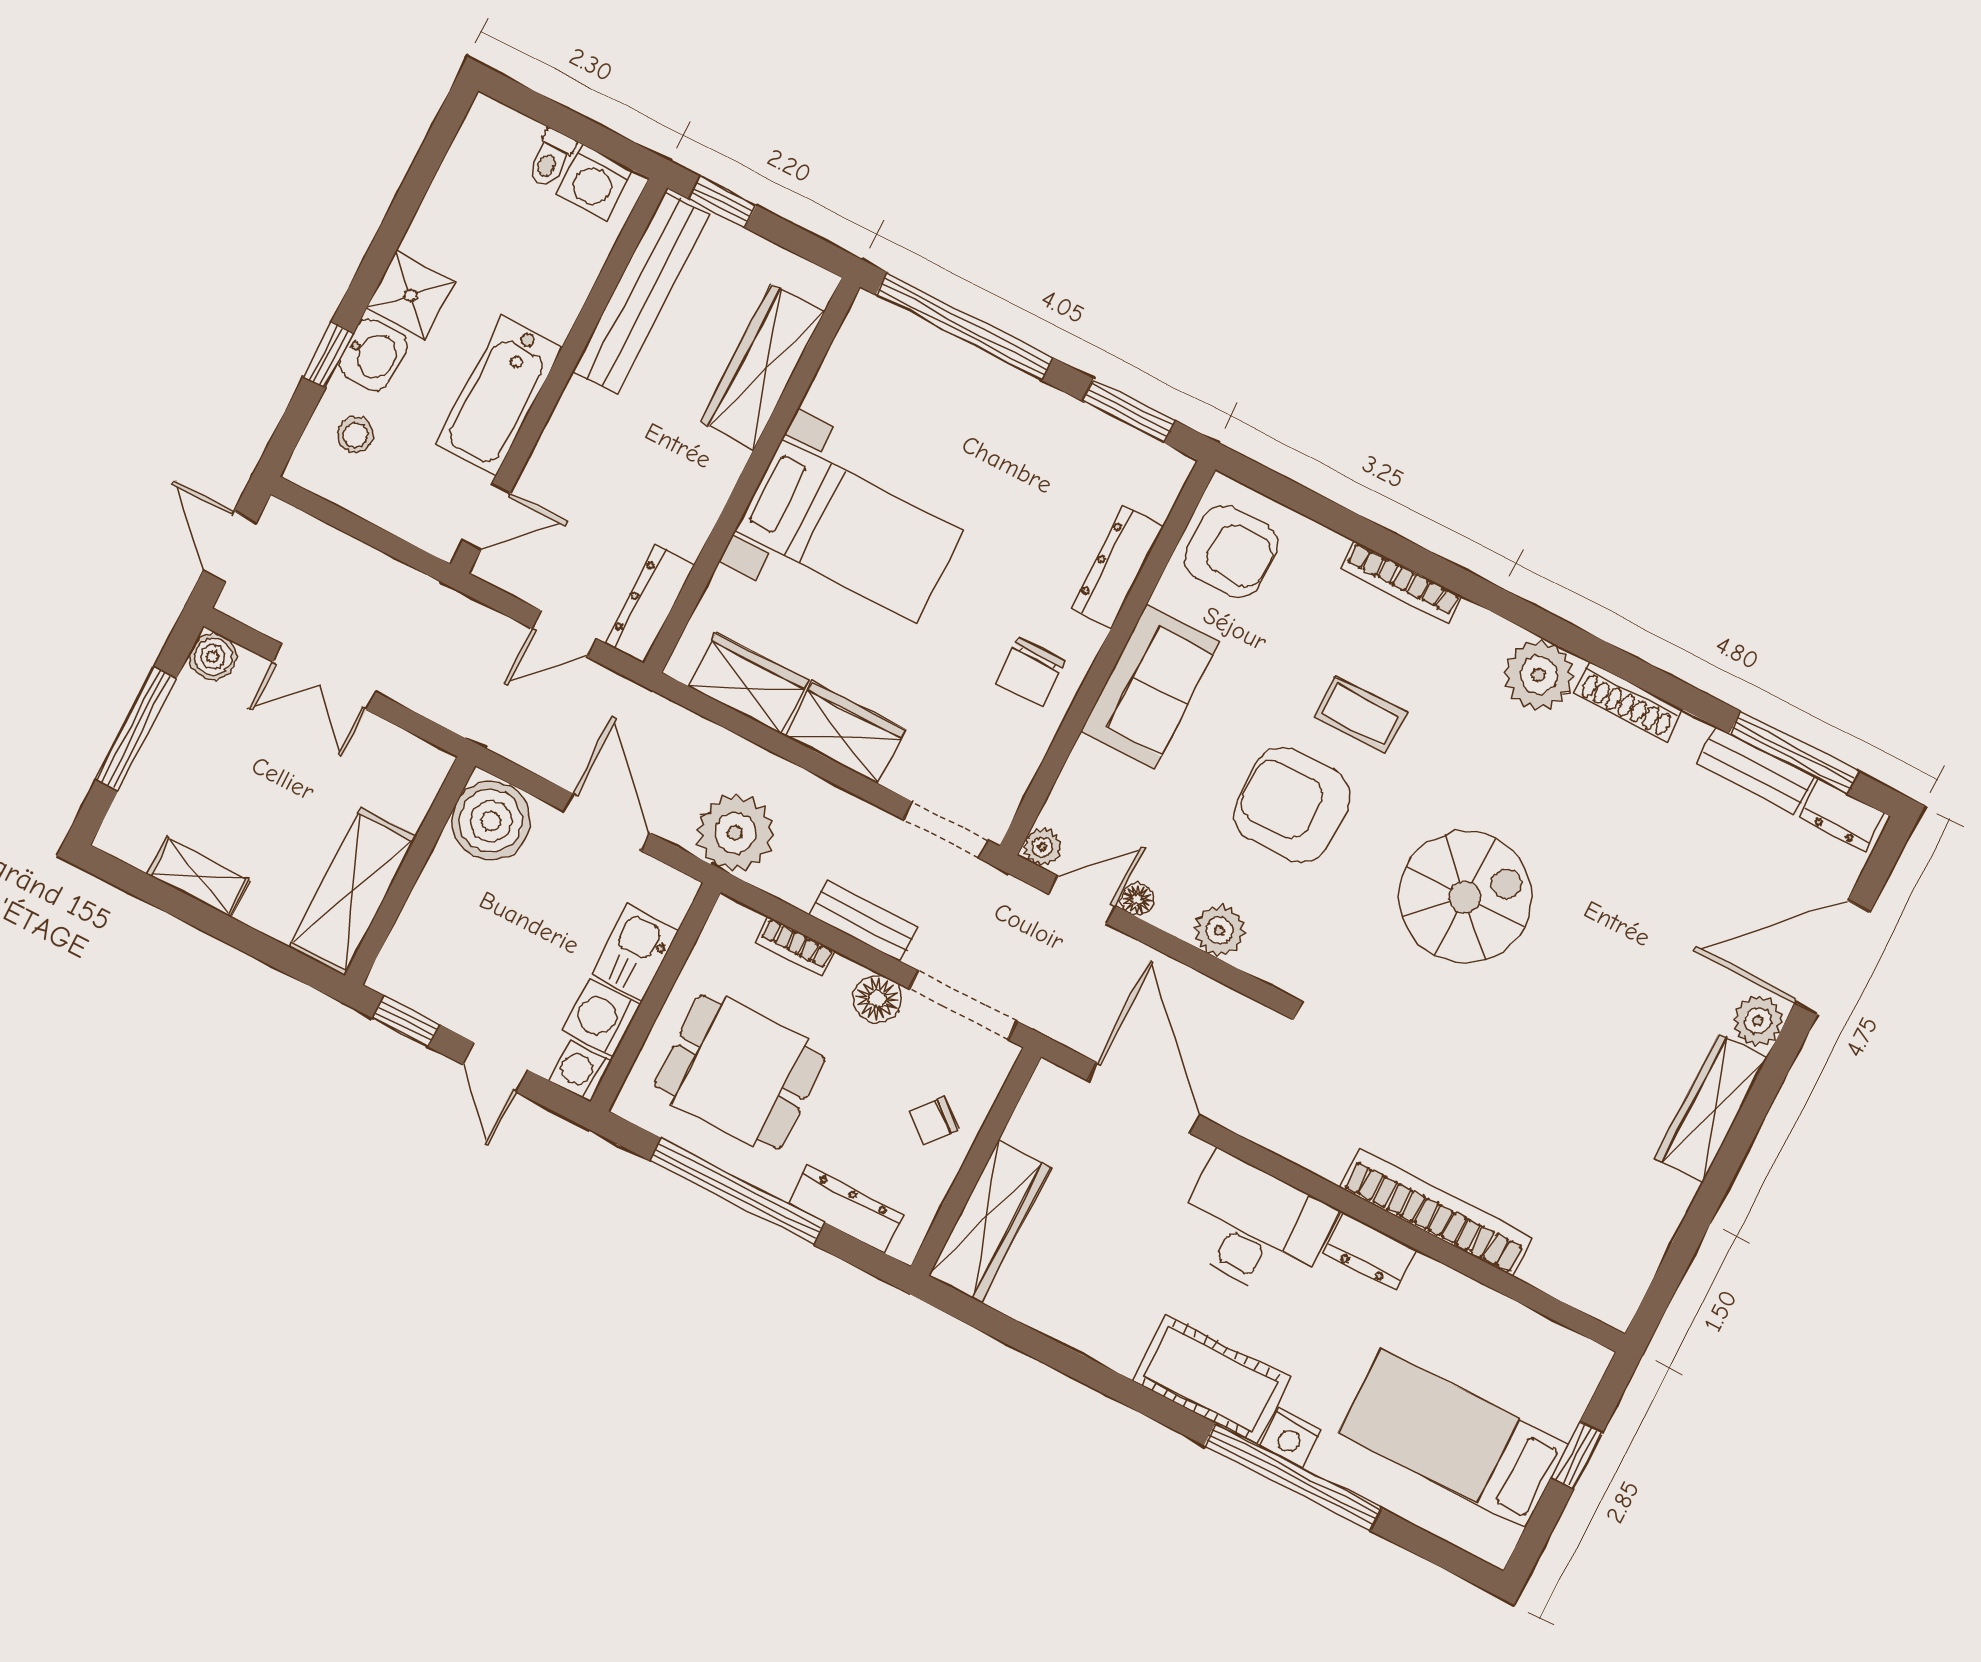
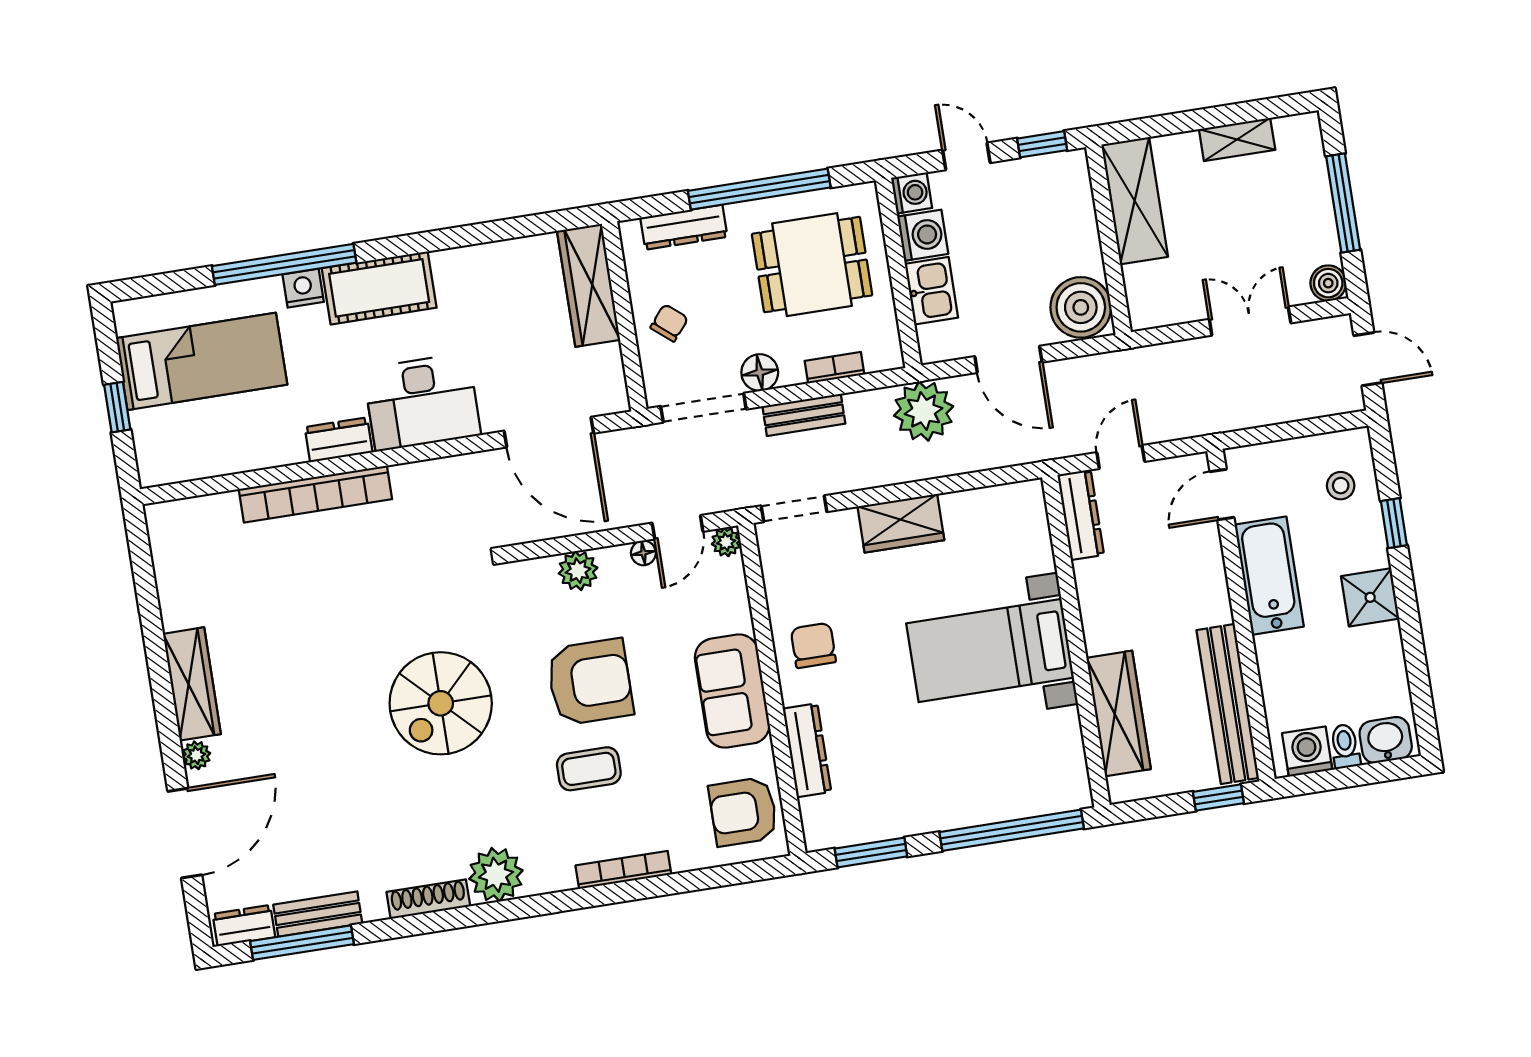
washbasin: (373, 355) -> (1386, 740), moved, turned 90
wardrobe: (748, 683) -> (983, 510), removed
plant: (1758, 1021) -> (196, 755), width x0.73, depth x0.73

